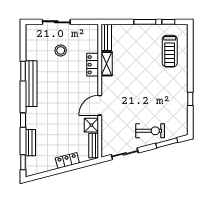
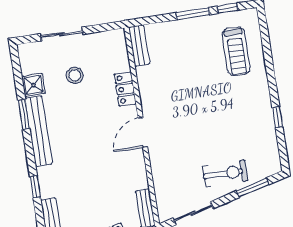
shelving: (107, 64) -> (146, 84), removed
door: (100, 105) -> (143, 132), moved
shower: (91, 125) -> (33, 85), moved

